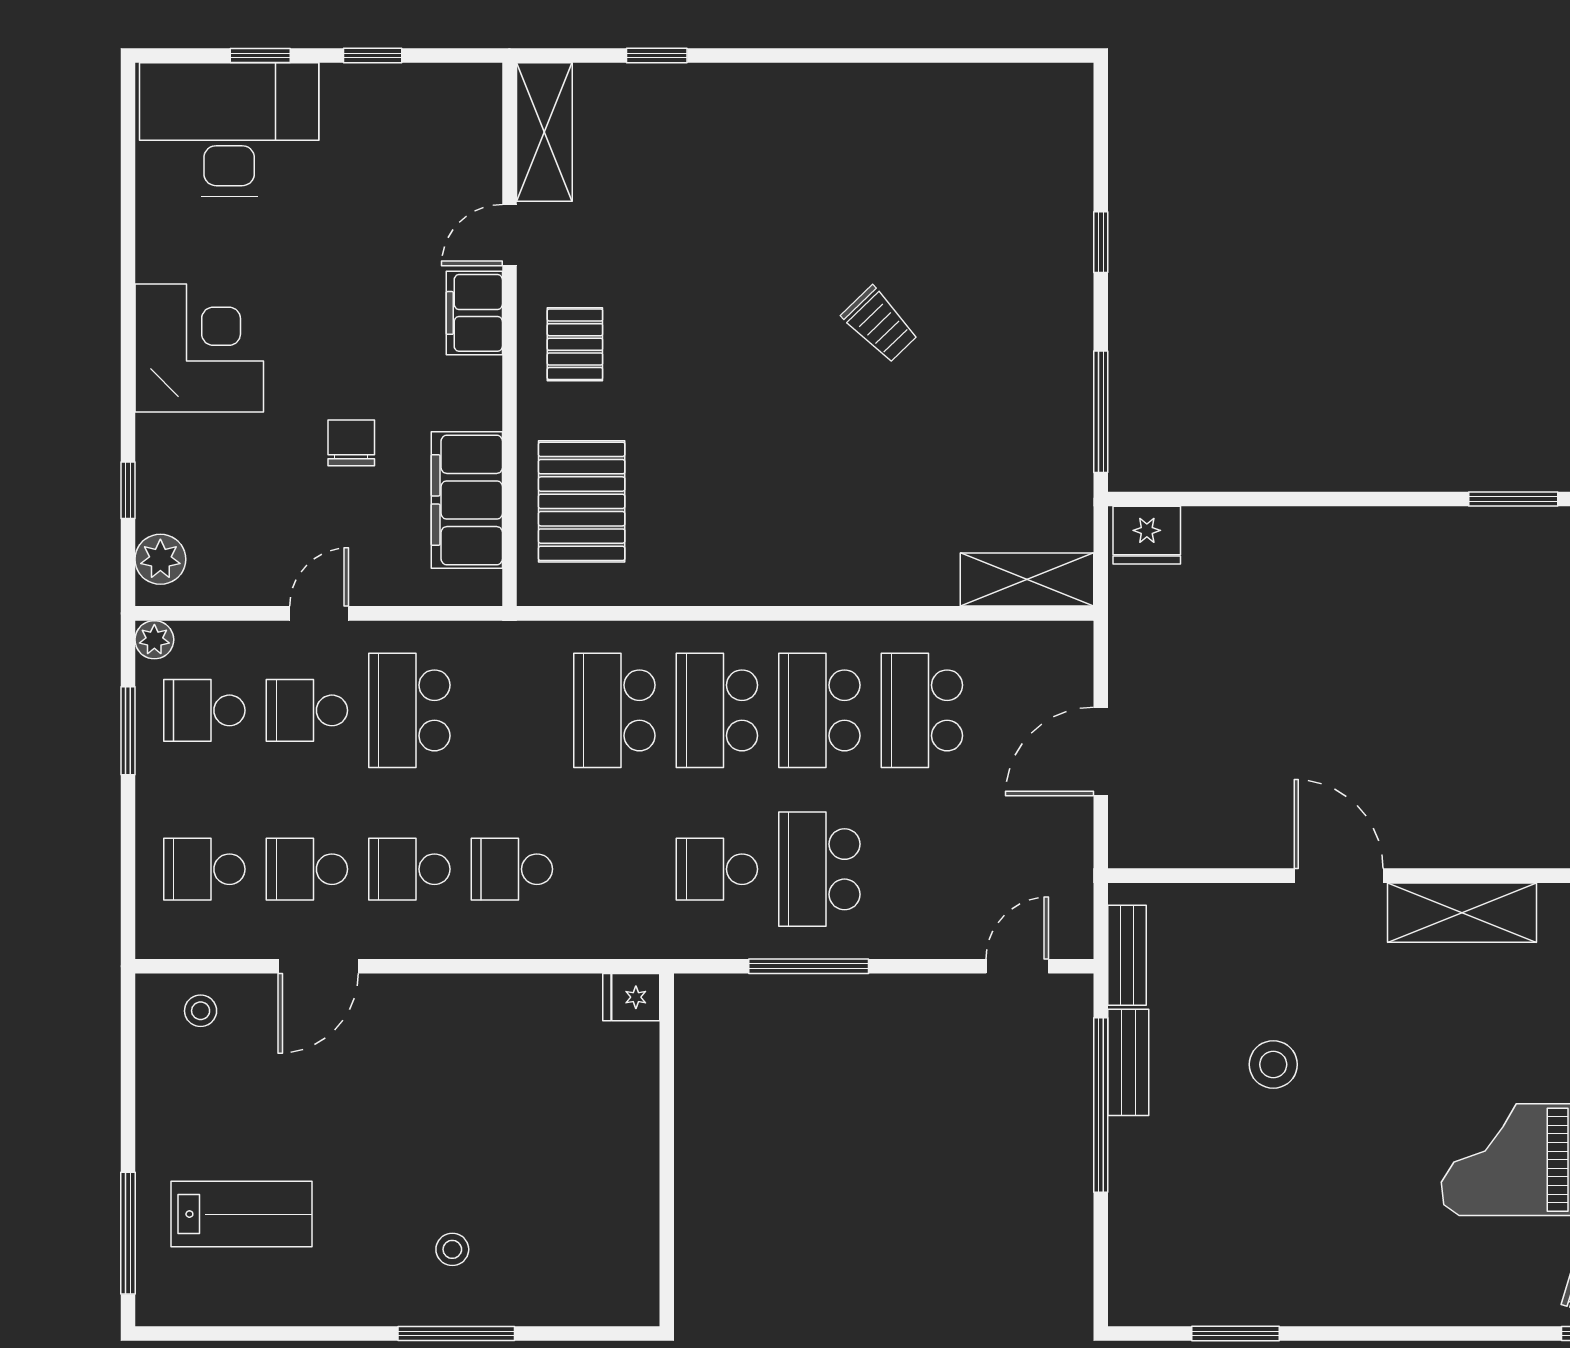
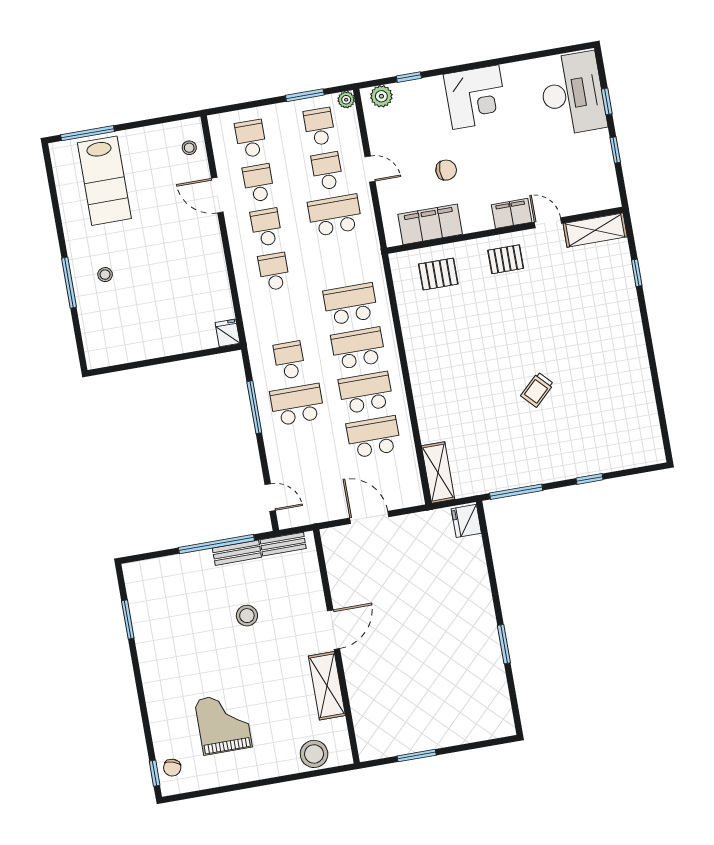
window: (1513, 499) -> (504, 644), moved
pallet: (582, 501) -> (438, 274), width x0.67, depth x0.71
lab bench: (241, 1214) -> (104, 181), width x1.36, depth x1.39

